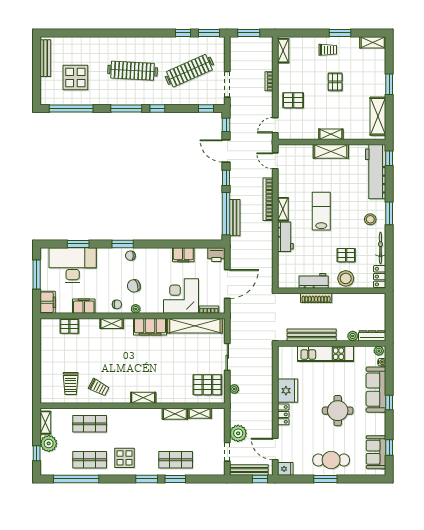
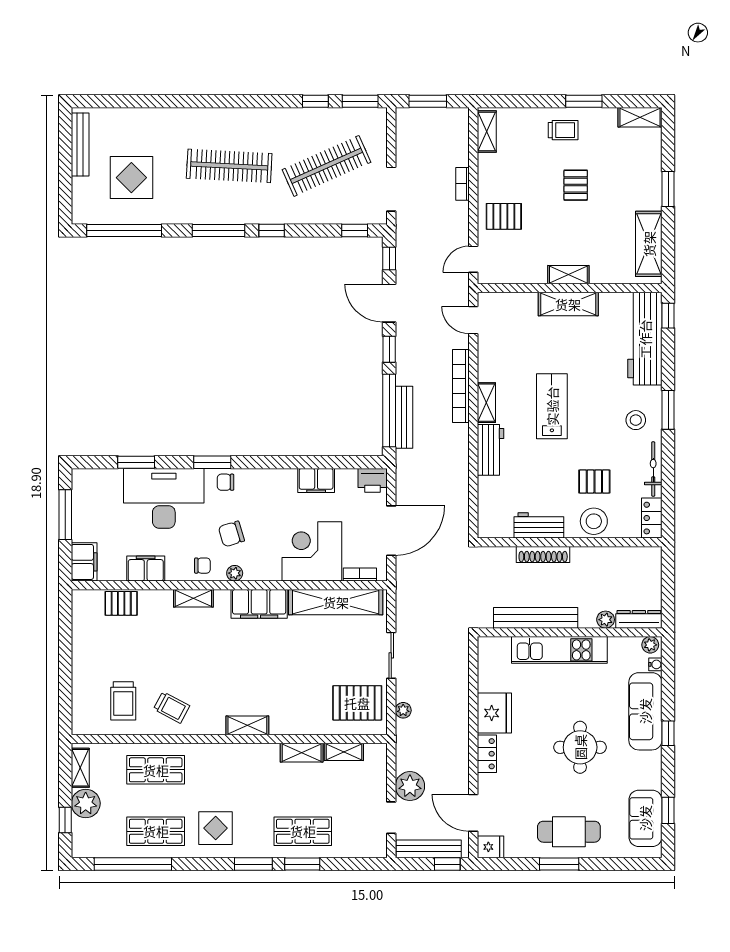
desk: (73, 265) -> (164, 498), moved

